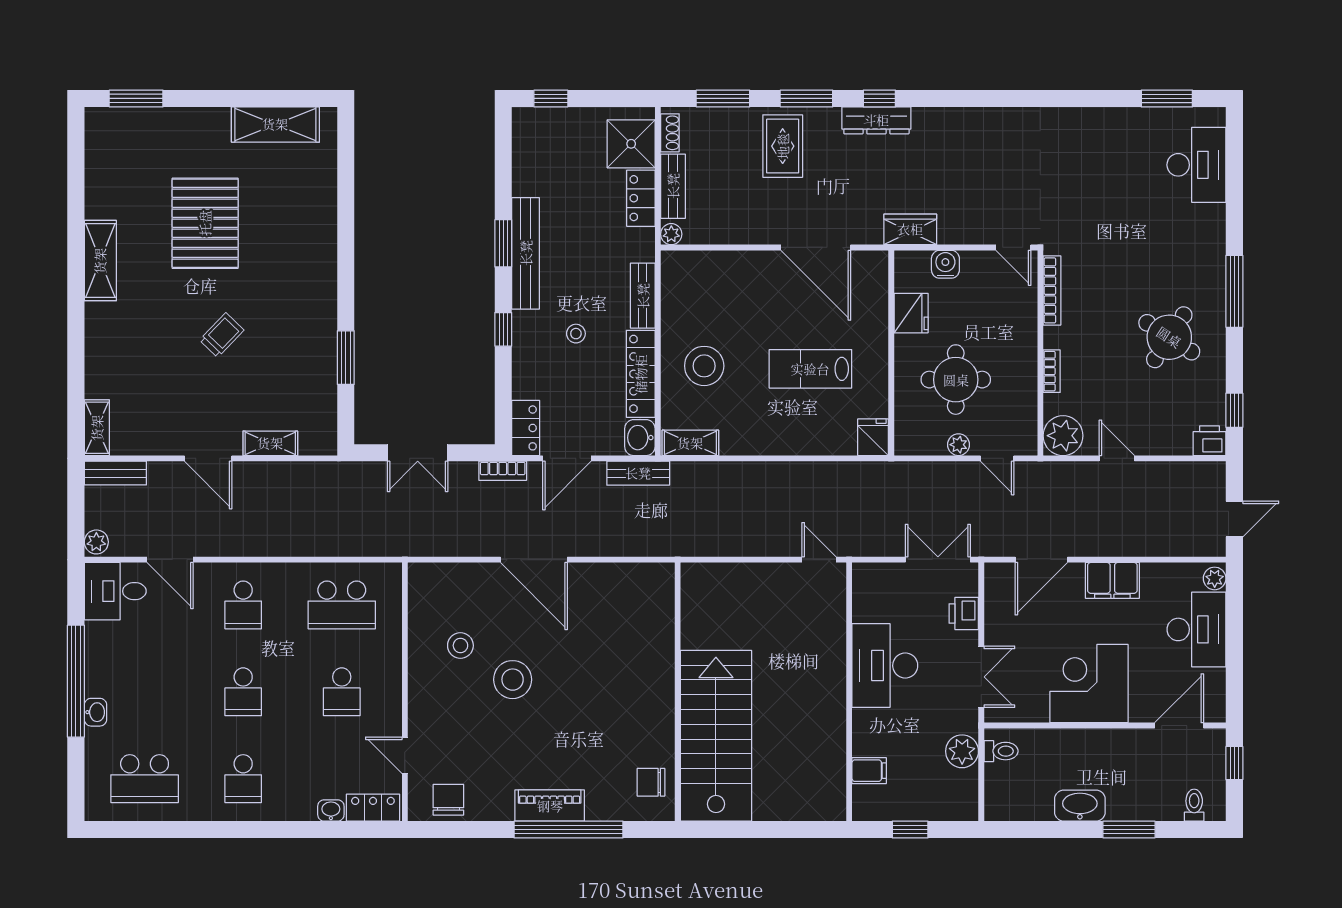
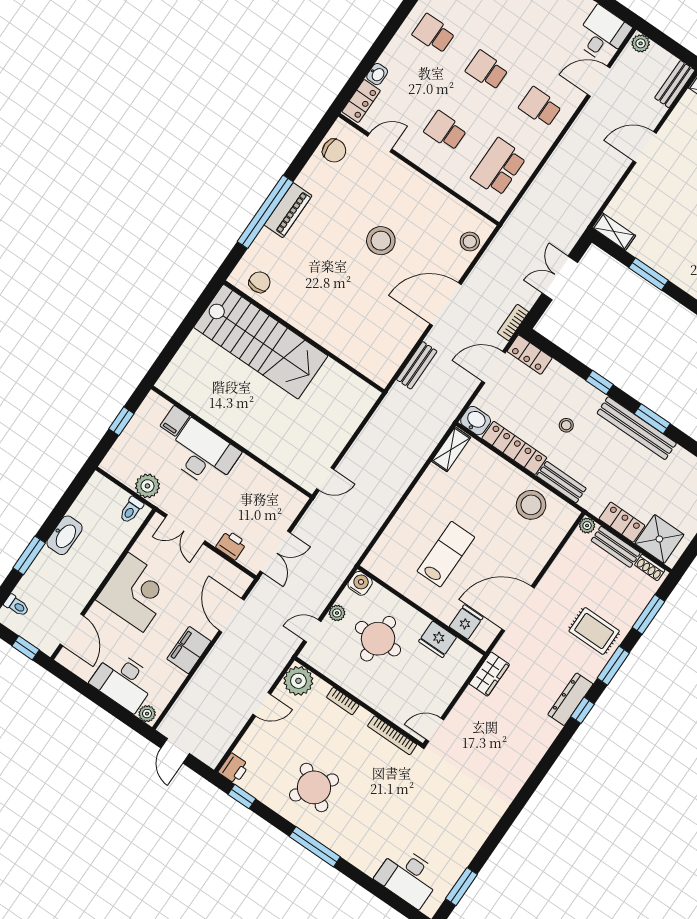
water cooler: (945, 264) -> (360, 583), moved, turned -90
stool: (704, 366) -> (531, 505), moved
fridge: (873, 437) -> (466, 622), moved, turned -90
shelving: (270, 443) -> (614, 232), moved, turned 90
door: (567, 458) -> (494, 367), hinge flipped
bench: (638, 473) -> (417, 365), moved
stool: (460, 646) -> (470, 242), moved
desk: (885, 666) -> (203, 454), moved

